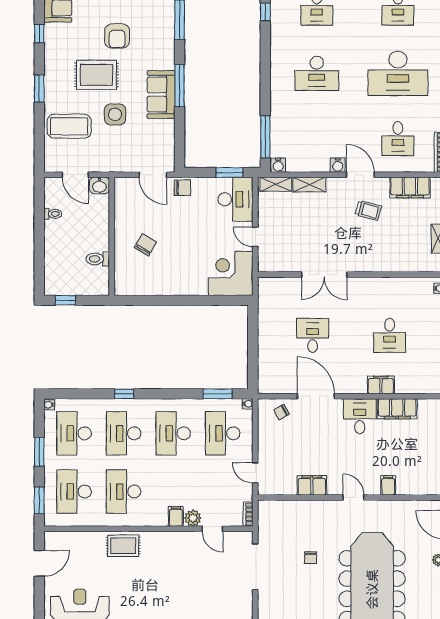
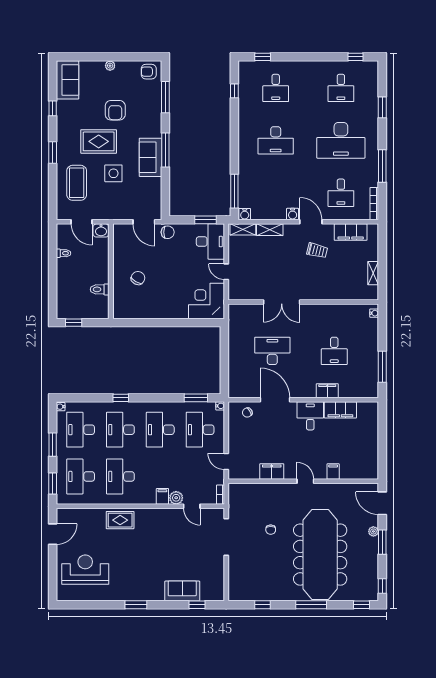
coffee table: (69, 126) -> (77, 183), turned 90
desk: (313, 335) -> (272, 351), width x1.37

